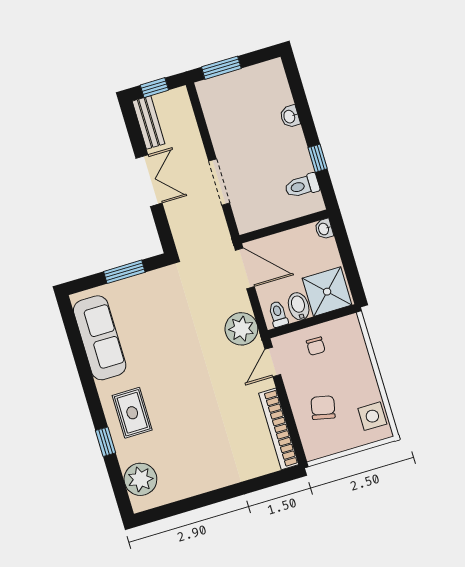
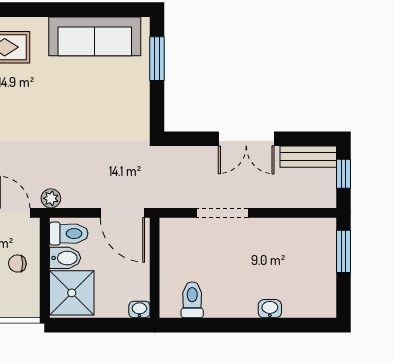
window: (318, 158) -> (217, 325), removed
door: (245, 268) -> (122, 213), hinge flipped
window: (124, 272) -> (157, 59), moved
toilet: (278, 314) -> (69, 234), width x1.37, depth x1.39
plant: (241, 329) -> (51, 198), width x0.53, depth x0.53

